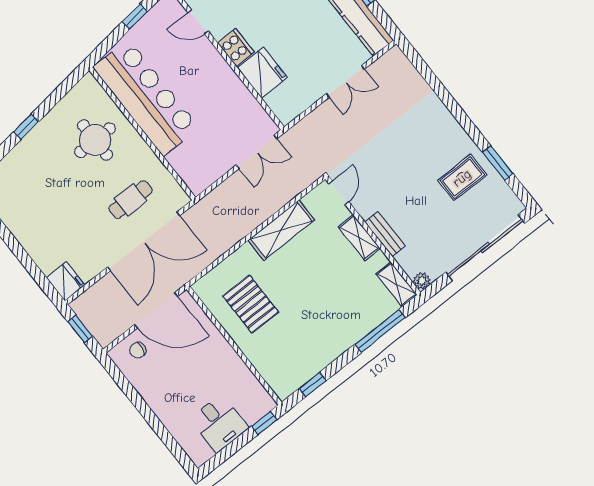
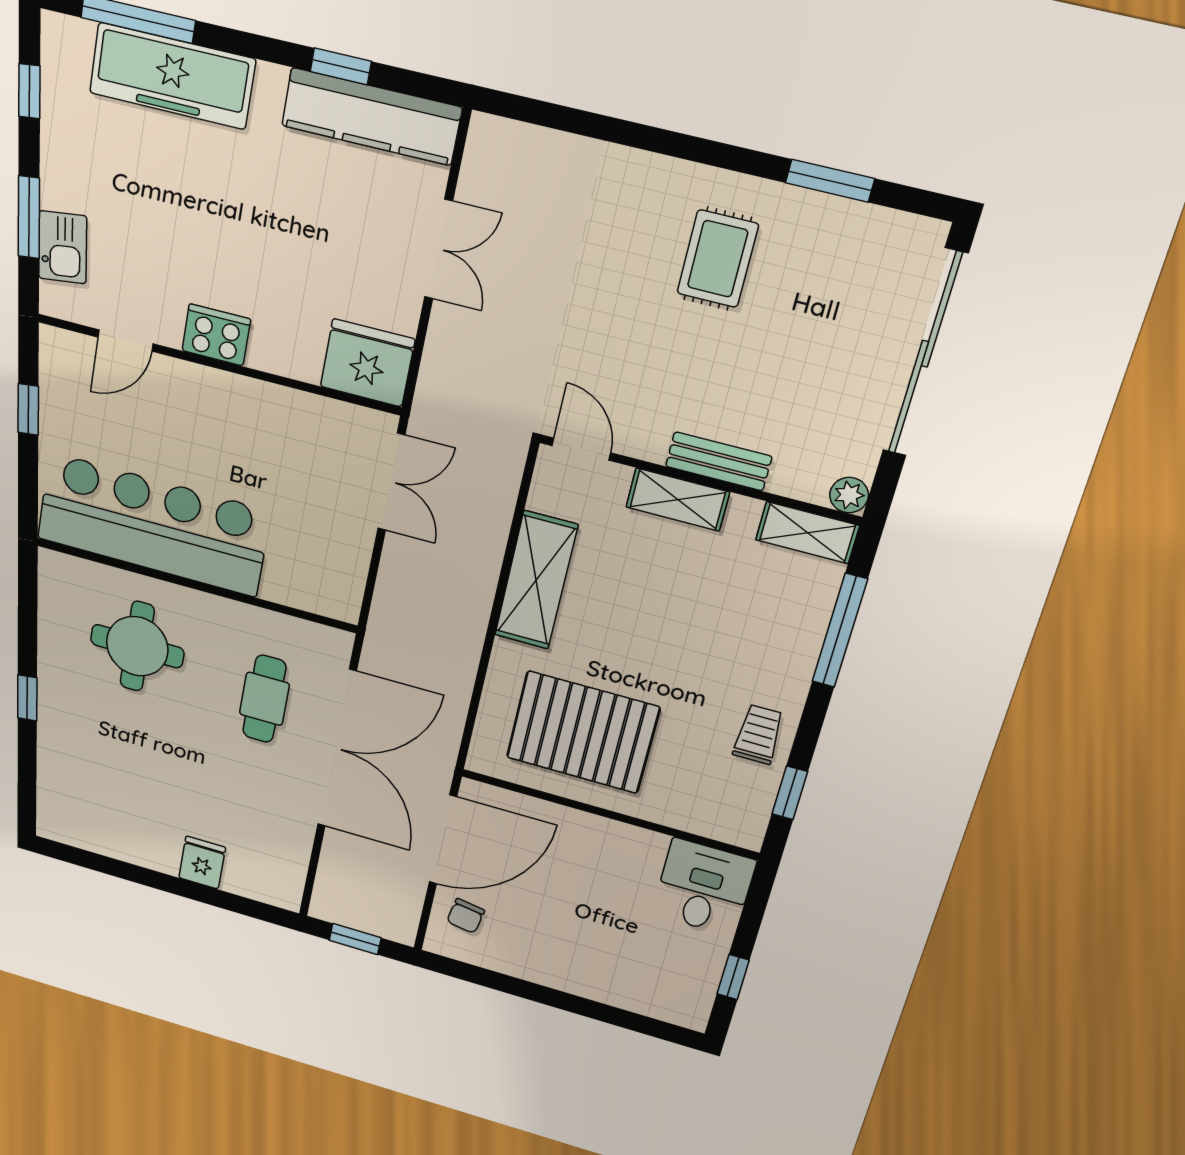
fridge: (262, 73) -> (367, 363), moved
rug: (462, 178) -> (718, 259), moved
fridge: (66, 281) -> (202, 863), moved, width x0.72
pallet: (251, 304) -> (583, 732), width x1.37, depth x1.41
trolley: (319, 352) -> (759, 734), added
desk: (219, 423) -> (704, 887), moved, turned -90
window: (264, 423) -> (733, 977), moved

